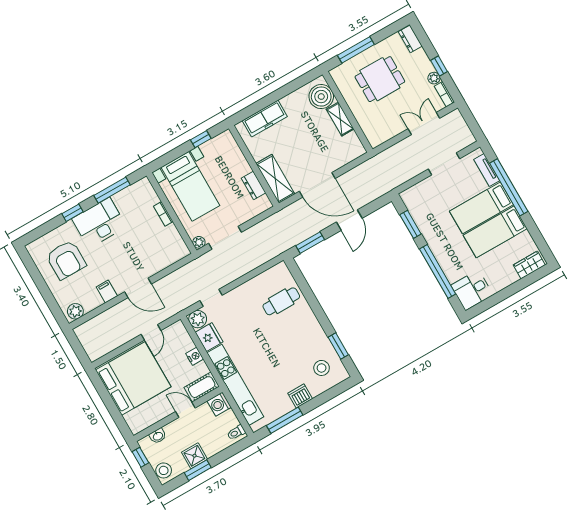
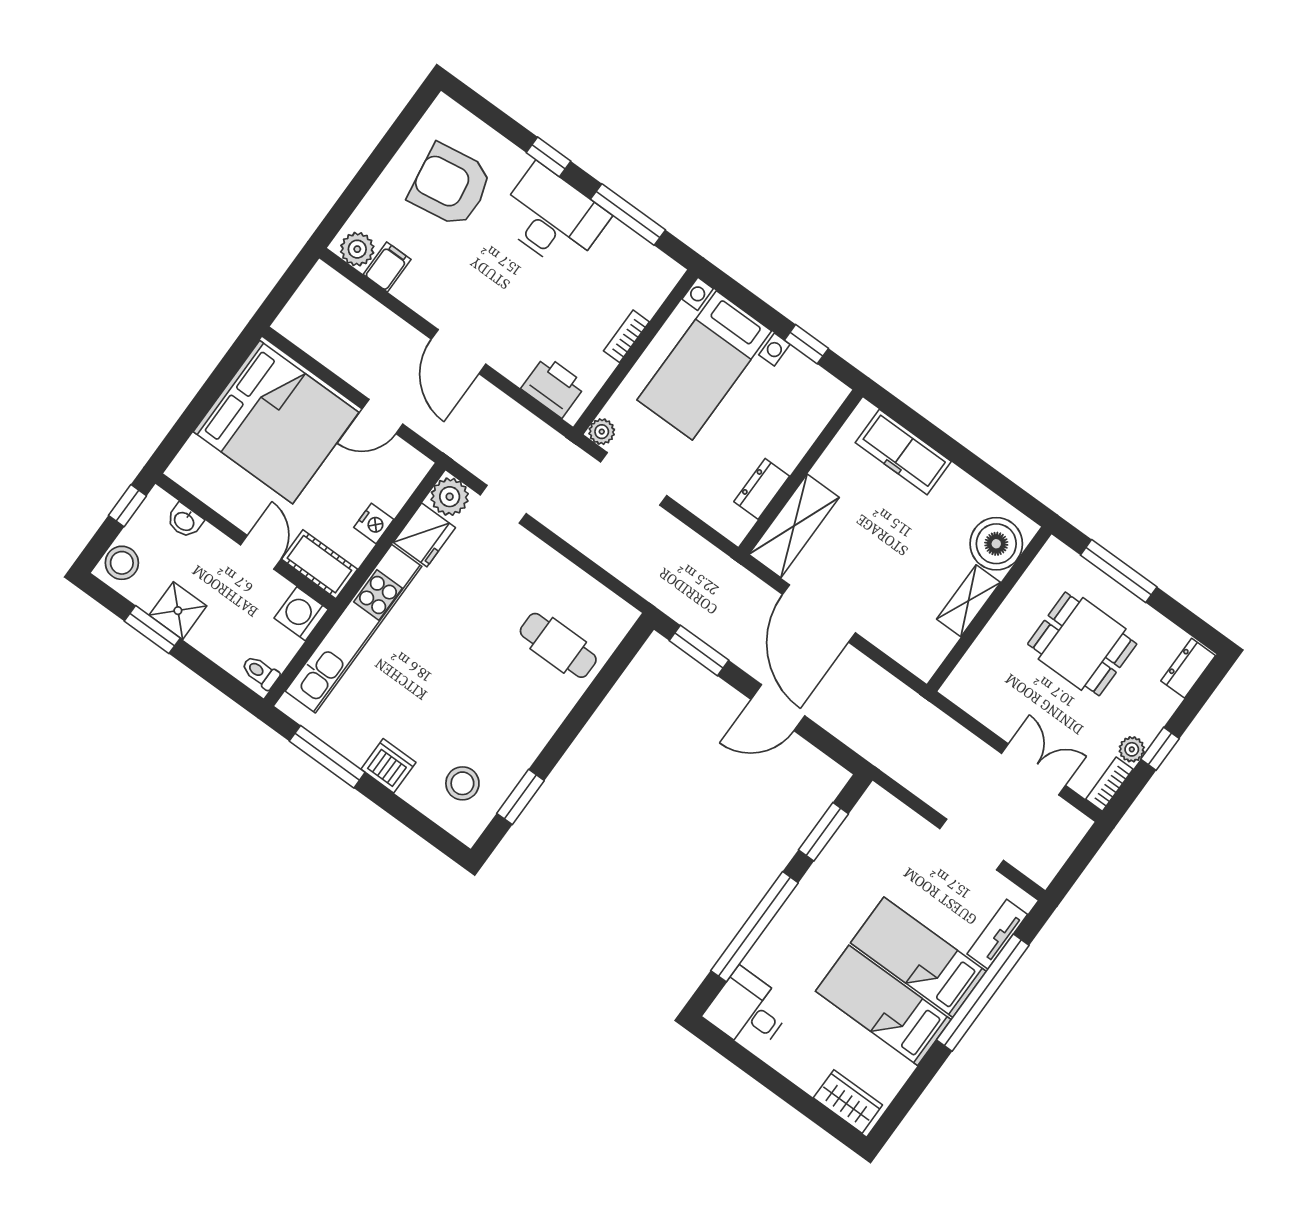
printer: (171, 254) -> (554, 387), added
armchair: (66, 260) -> (450, 185), turned 81
filing cabinet: (107, 292) -> (387, 267), moved

